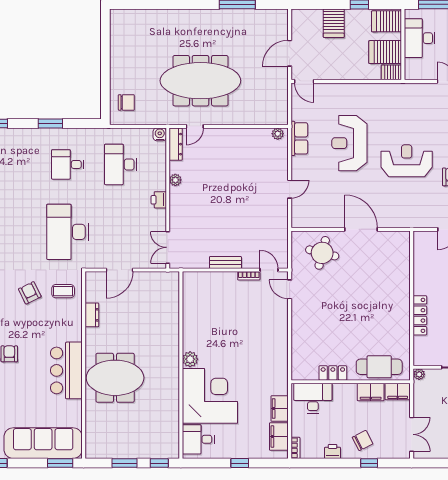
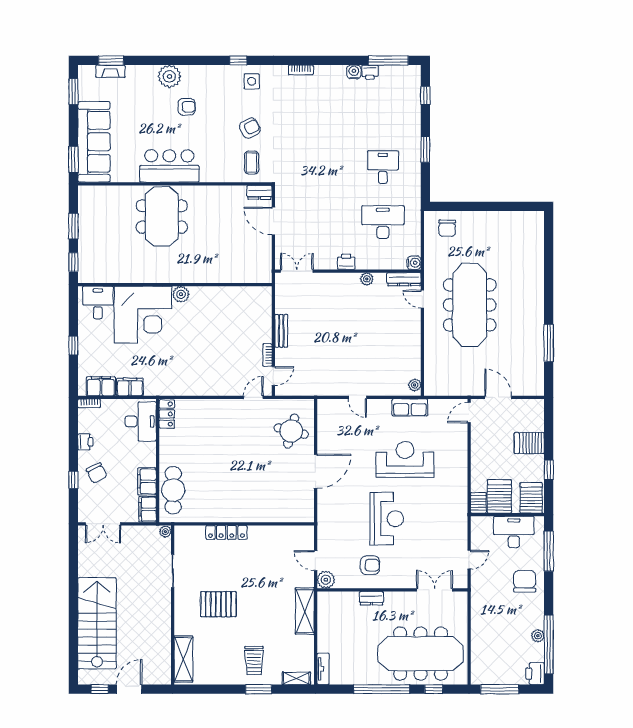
desk: (68, 232) -> (313, 167), removed
dresser: (92, 315) -> (259, 192), moved
locker: (333, 373) -> (167, 414), moved

